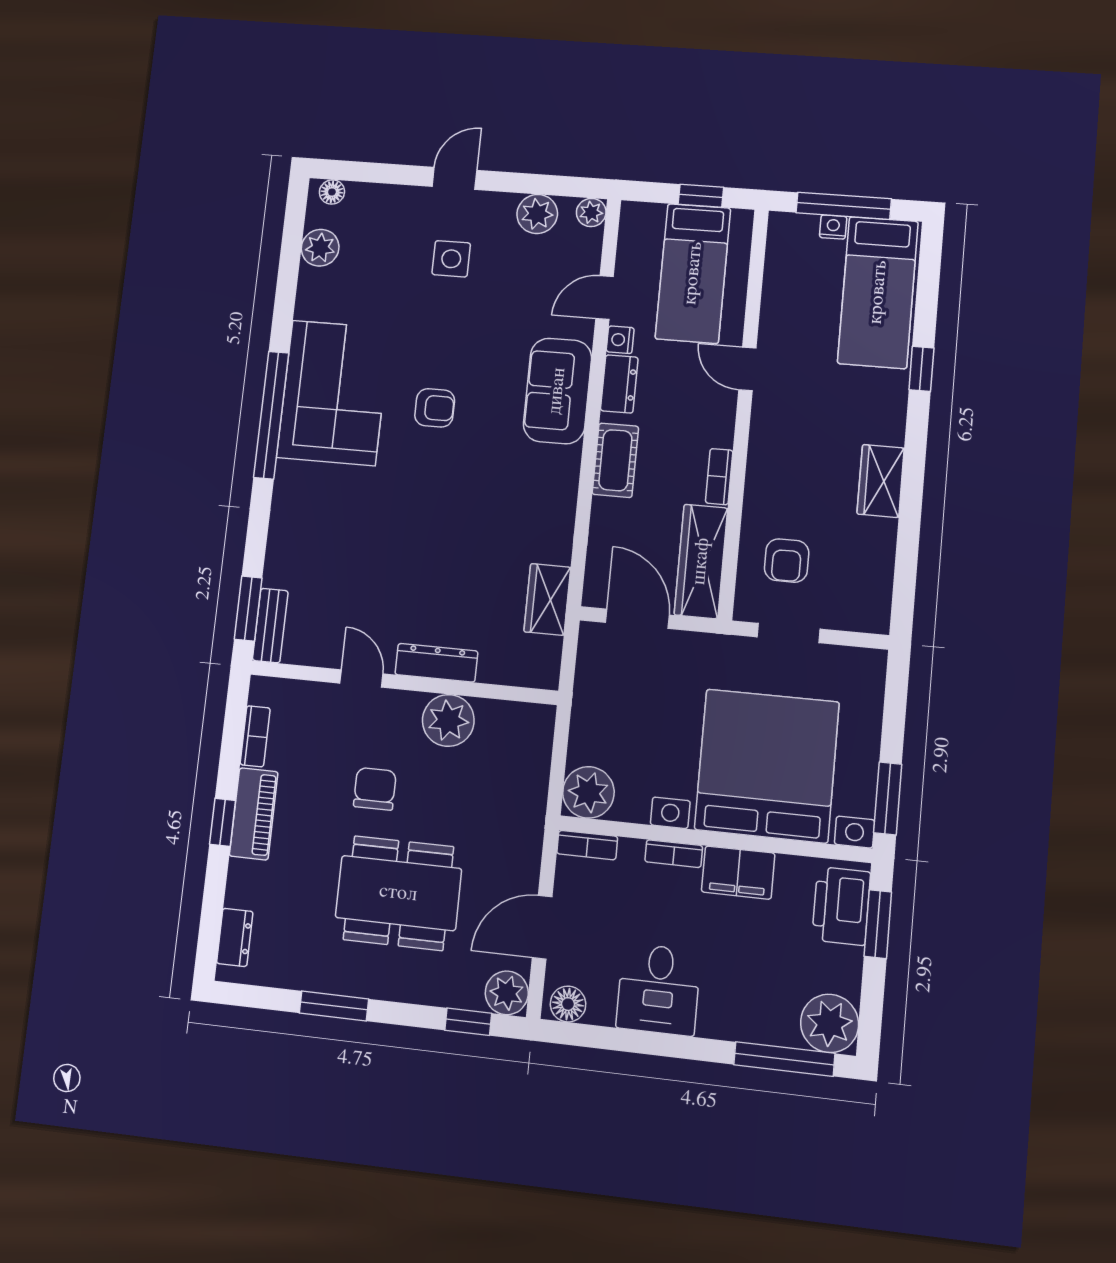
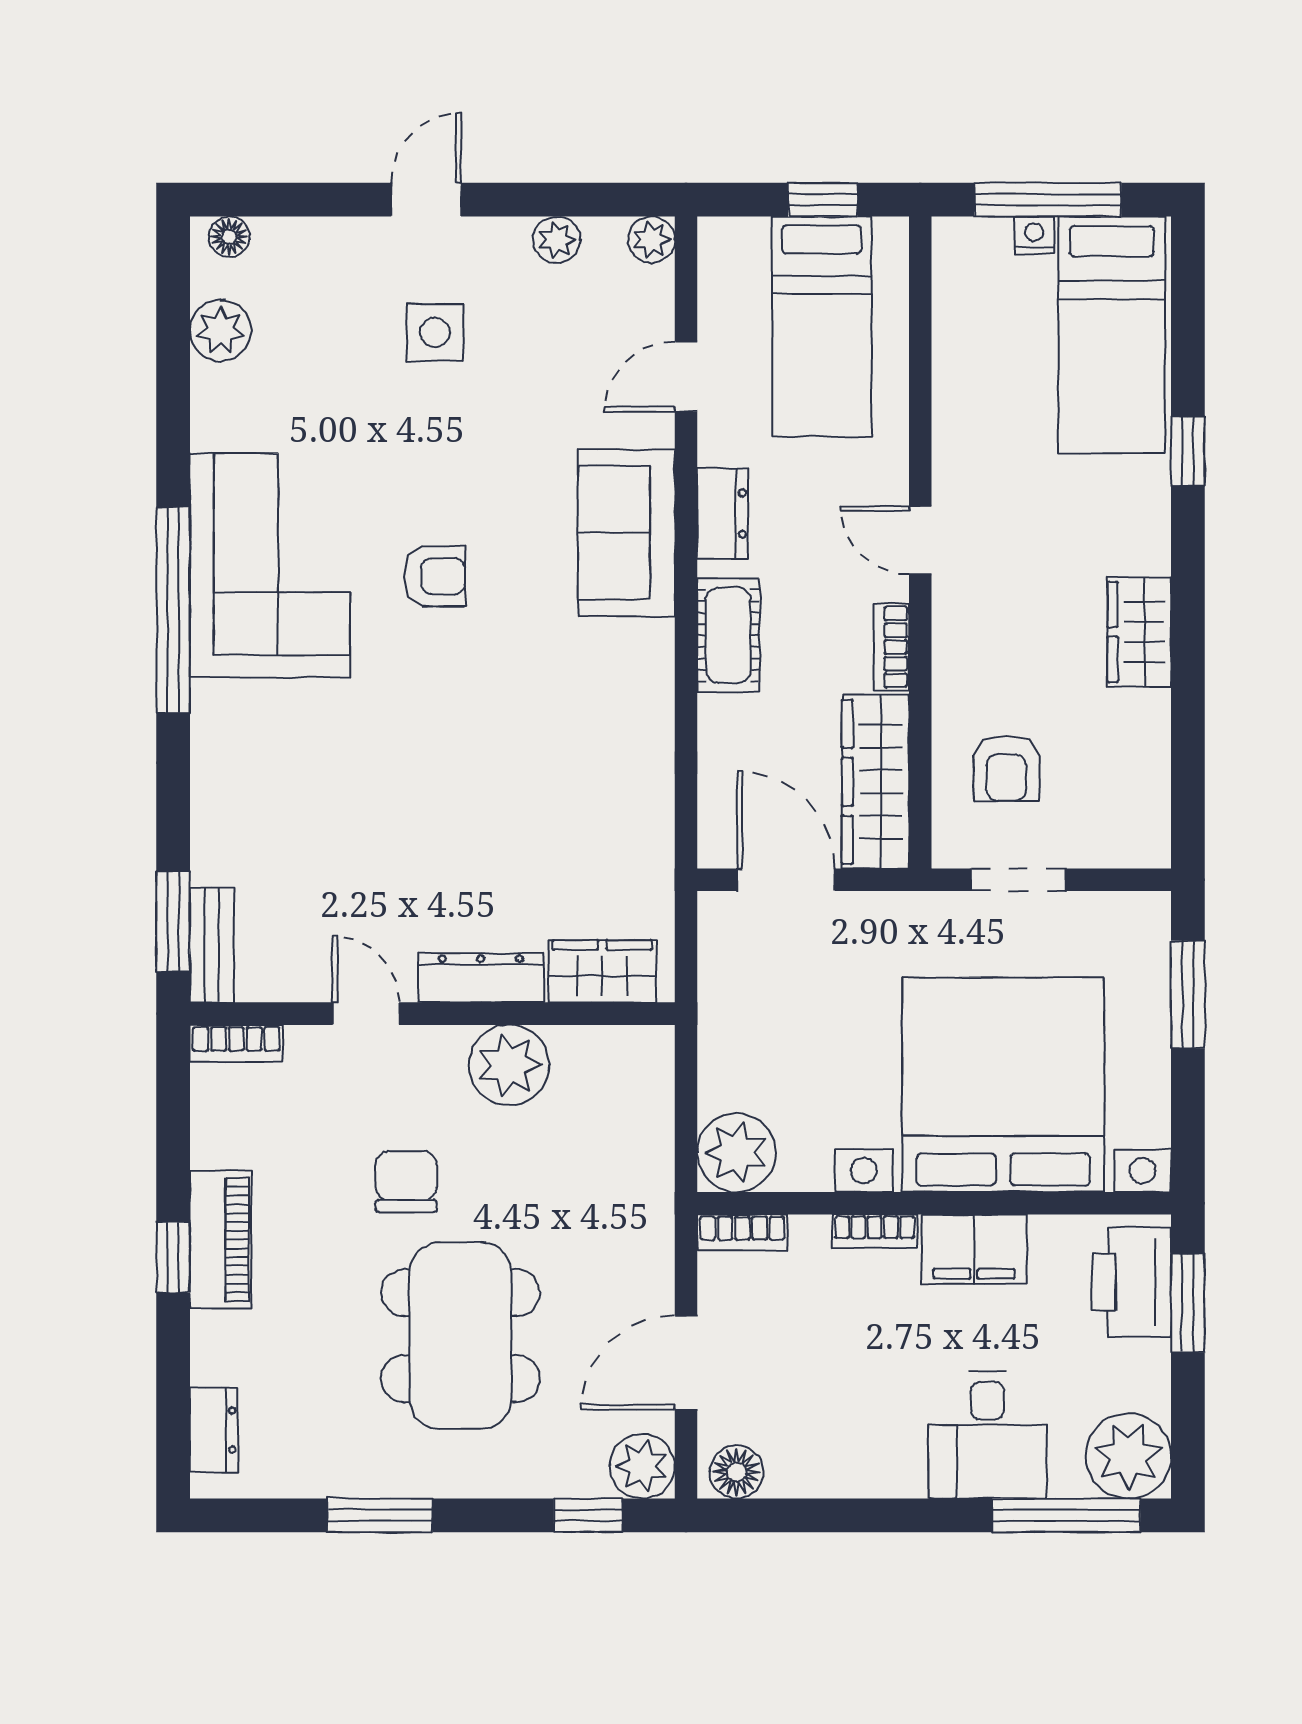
plant: (537, 214) -> (557, 240), width x0.73, depth x0.73
nightstand: (620, 340) -> (717, 443), removed
door: (747, 369) -> (920, 540), moved
wardrobe: (547, 599) -> (602, 971), moved, turned 90
bookcase: (255, 736) -> (236, 1043), moved, turned 90
window: (888, 798) -> (1188, 995), moved
dining table: (398, 893) -> (460, 1336), turned 90
desk: (659, 989) -> (988, 1435), moved

